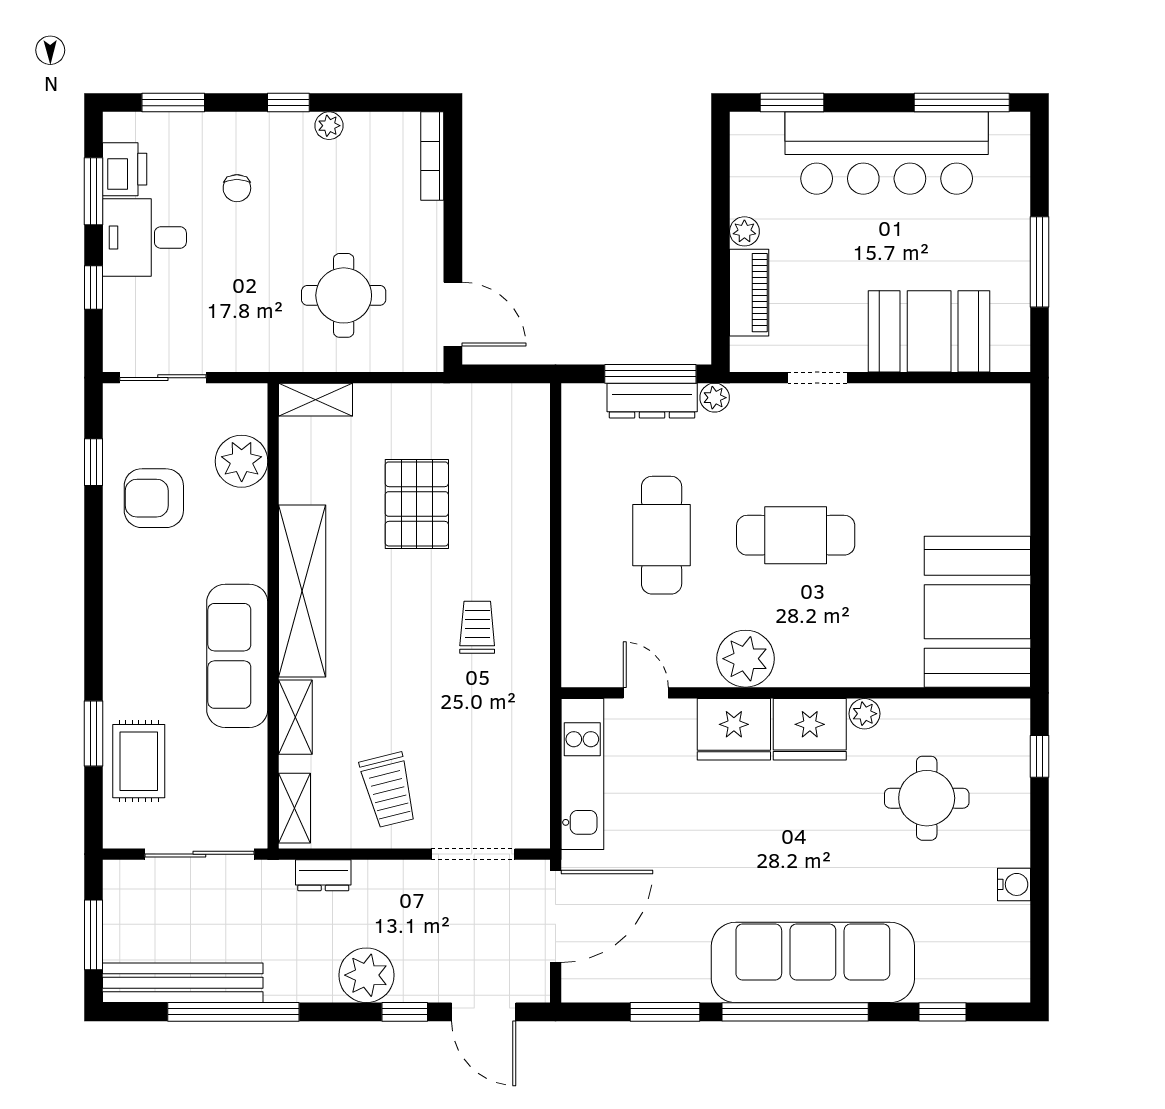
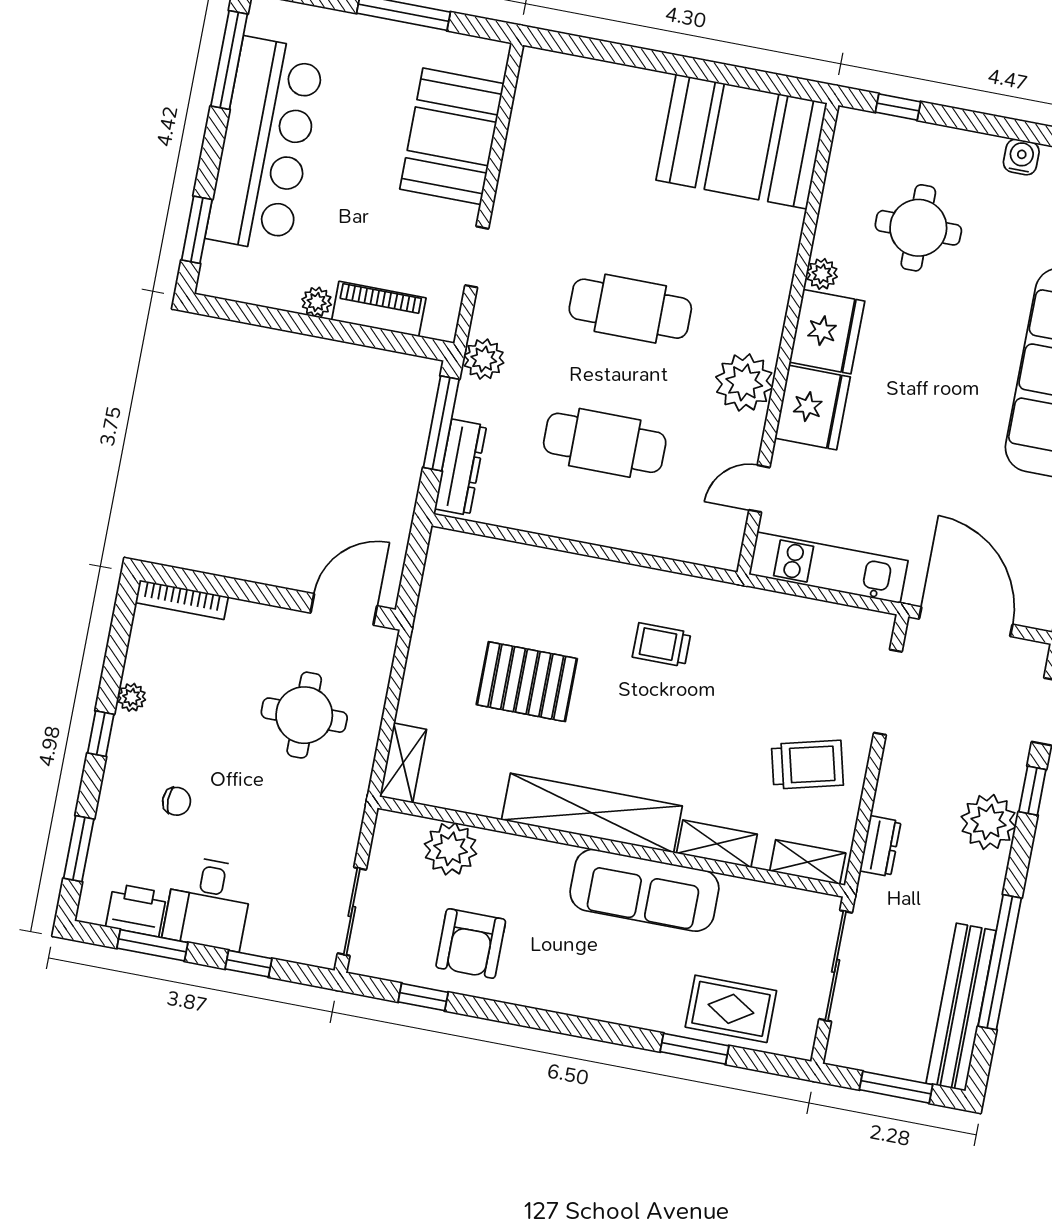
plant: (715, 398) -> (484, 359), width x1.38, depth x1.38
dresser: (652, 401) -> (461, 467), moved
cafe table: (796, 535) -> (630, 309), turned 90

